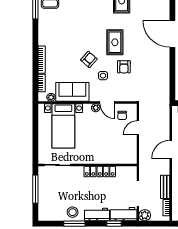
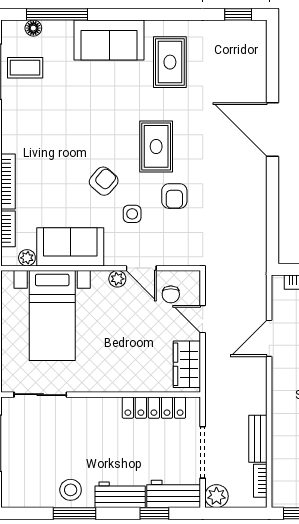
door: (138, 128) -> (203, 319), hinge flipped
door: (171, 149) -> (269, 338), moved
wardrobe: (130, 150) -> (187, 364), added
locker: (100, 171) -> (154, 408), moved

